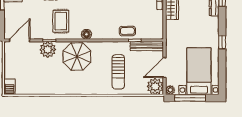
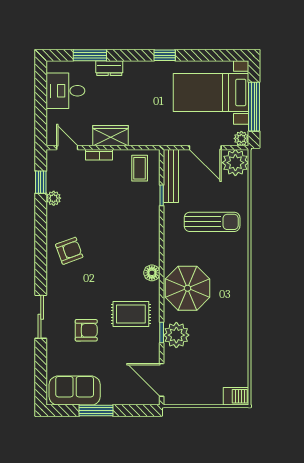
coffee table: (127, 31) -> (140, 168), moved

